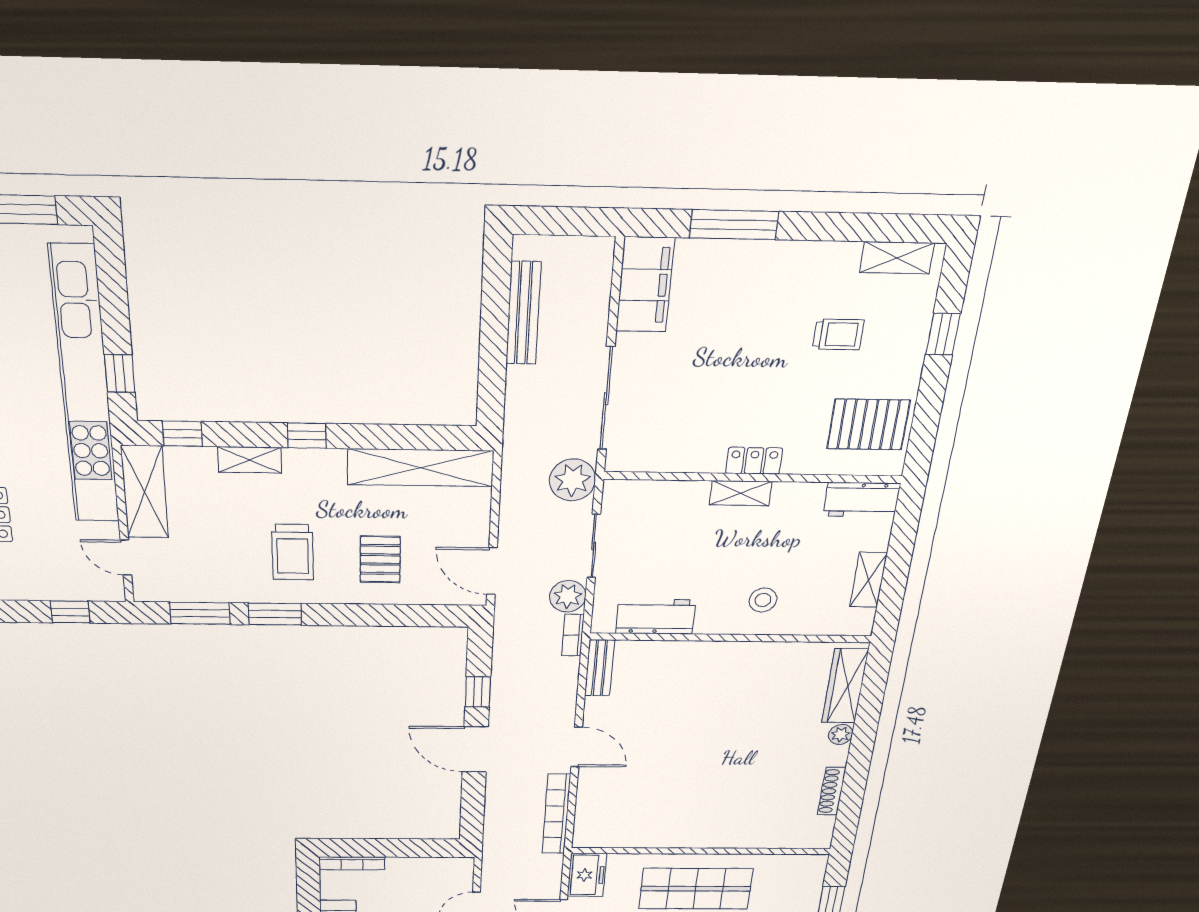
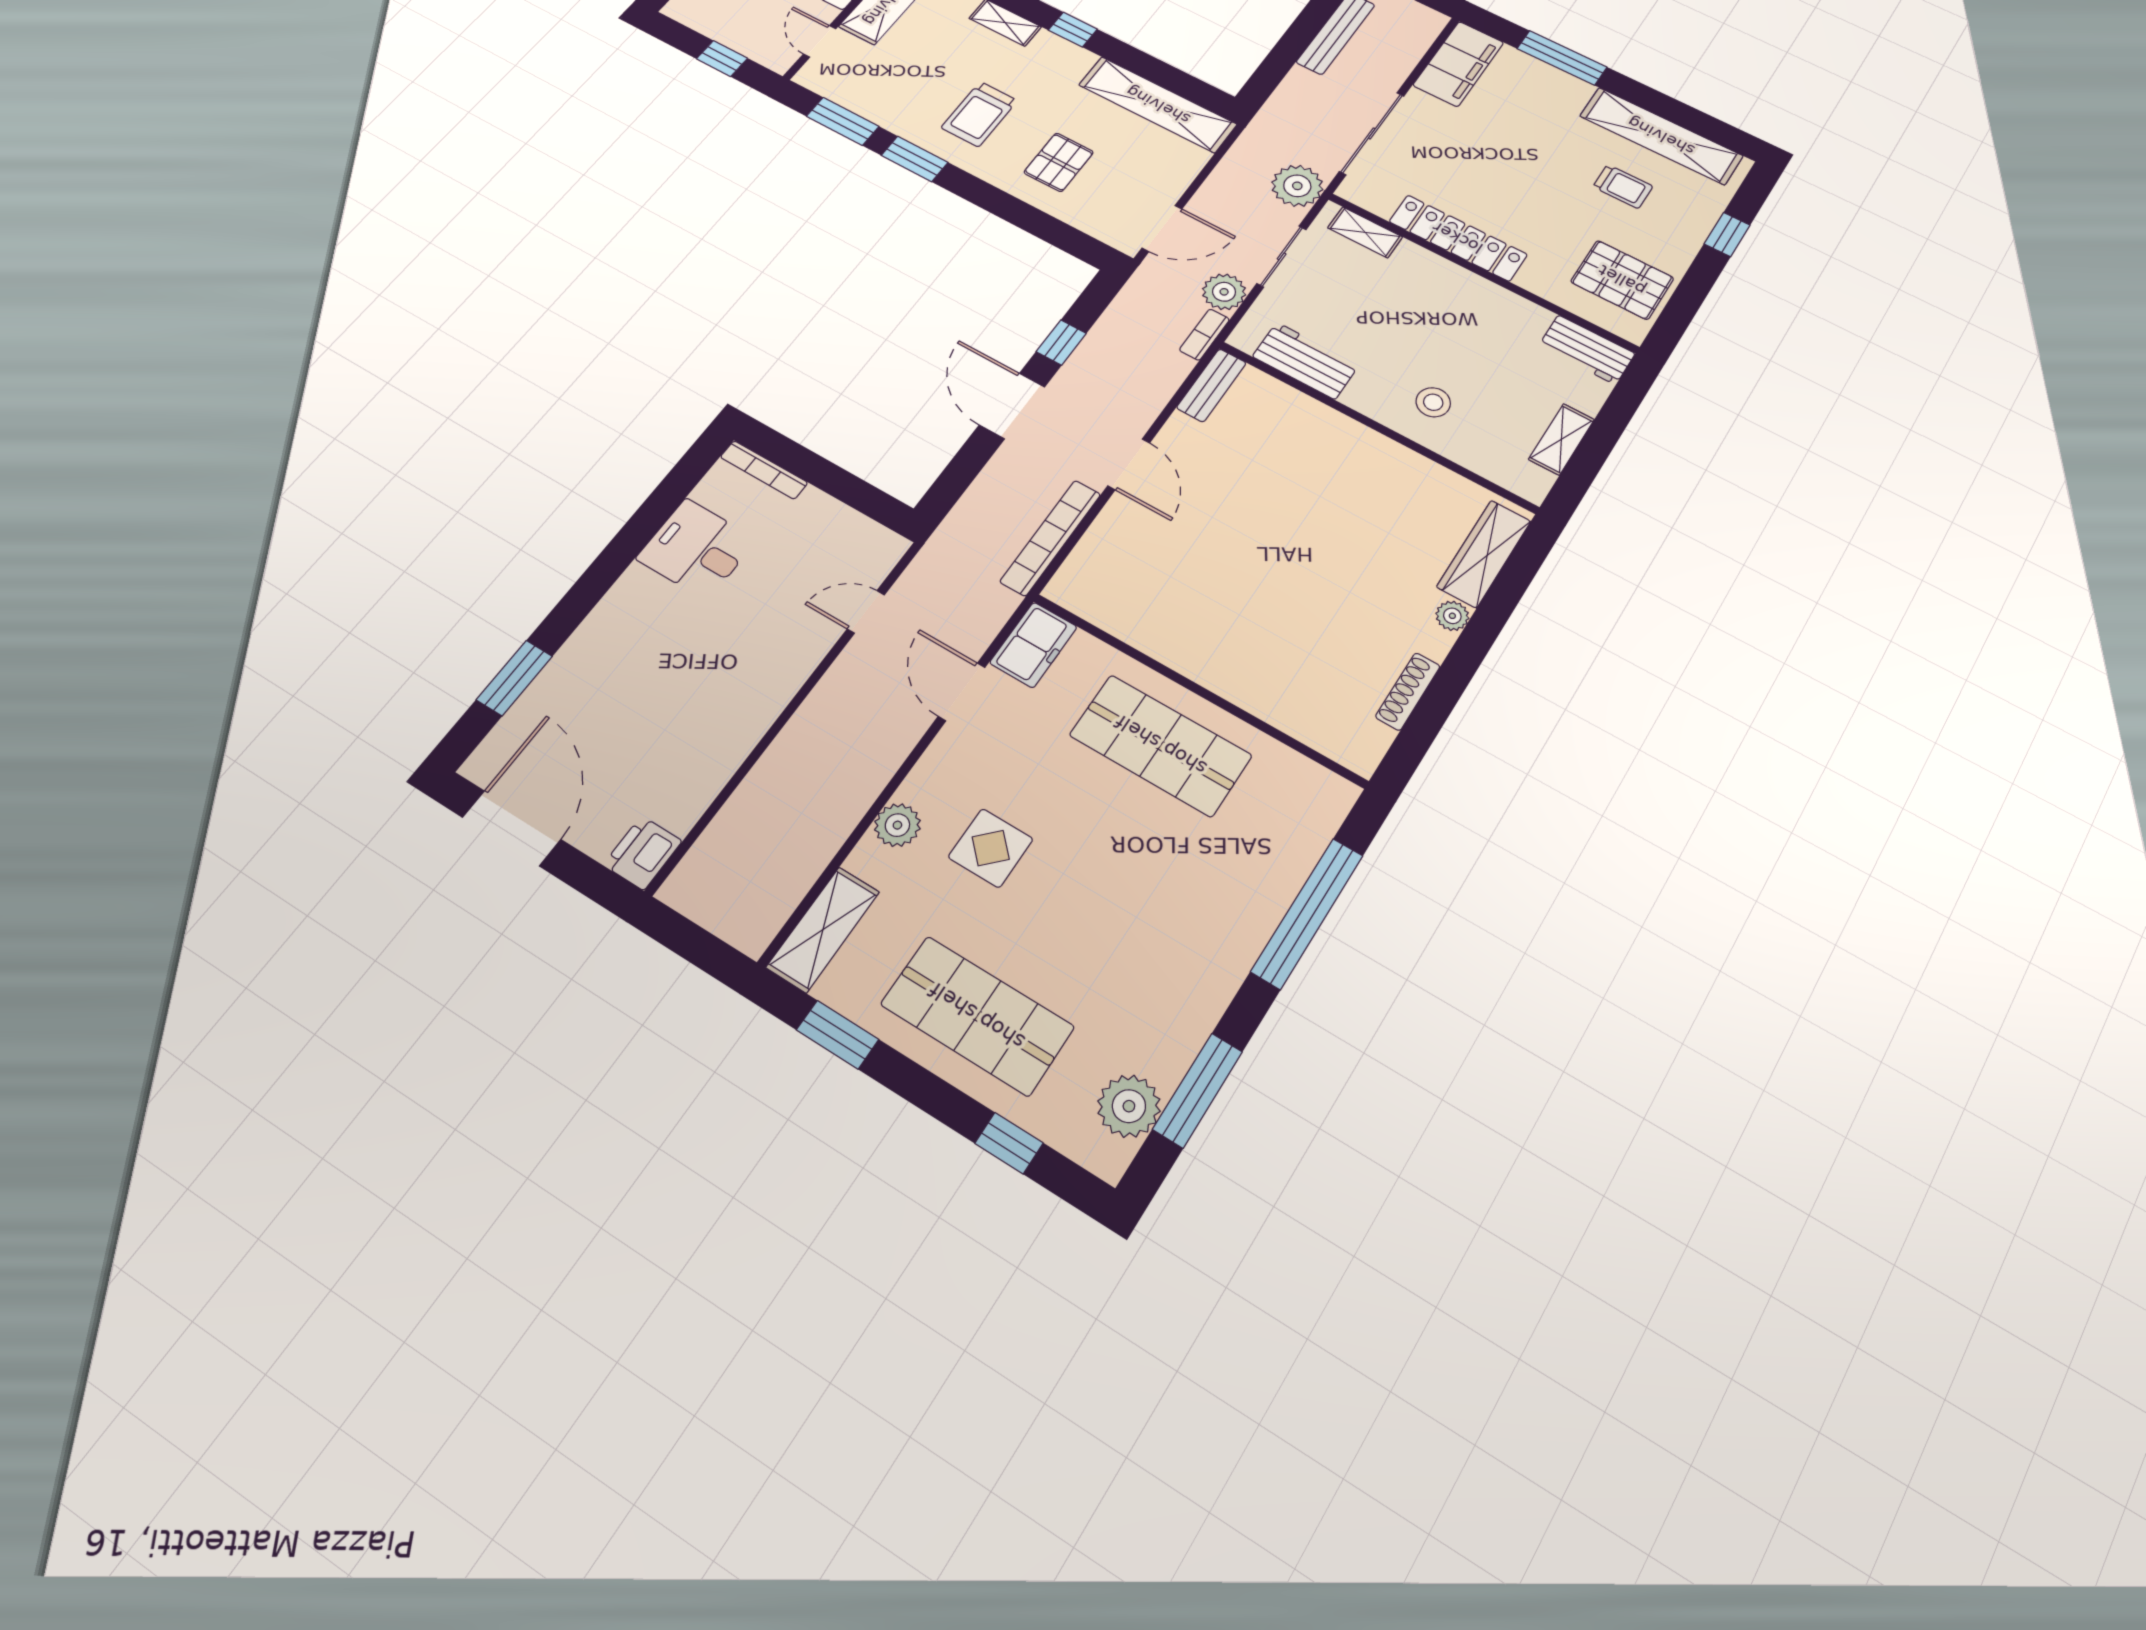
shelving: (897, 258) -> (1661, 136), width x2.20, depth x1.33
locker: (754, 461) -> (1458, 238), width x2.16, depth x1.21
shelving: (741, 493) -> (1365, 232), moved
door: (492, 571) -> (1162, 228), swing flipped

